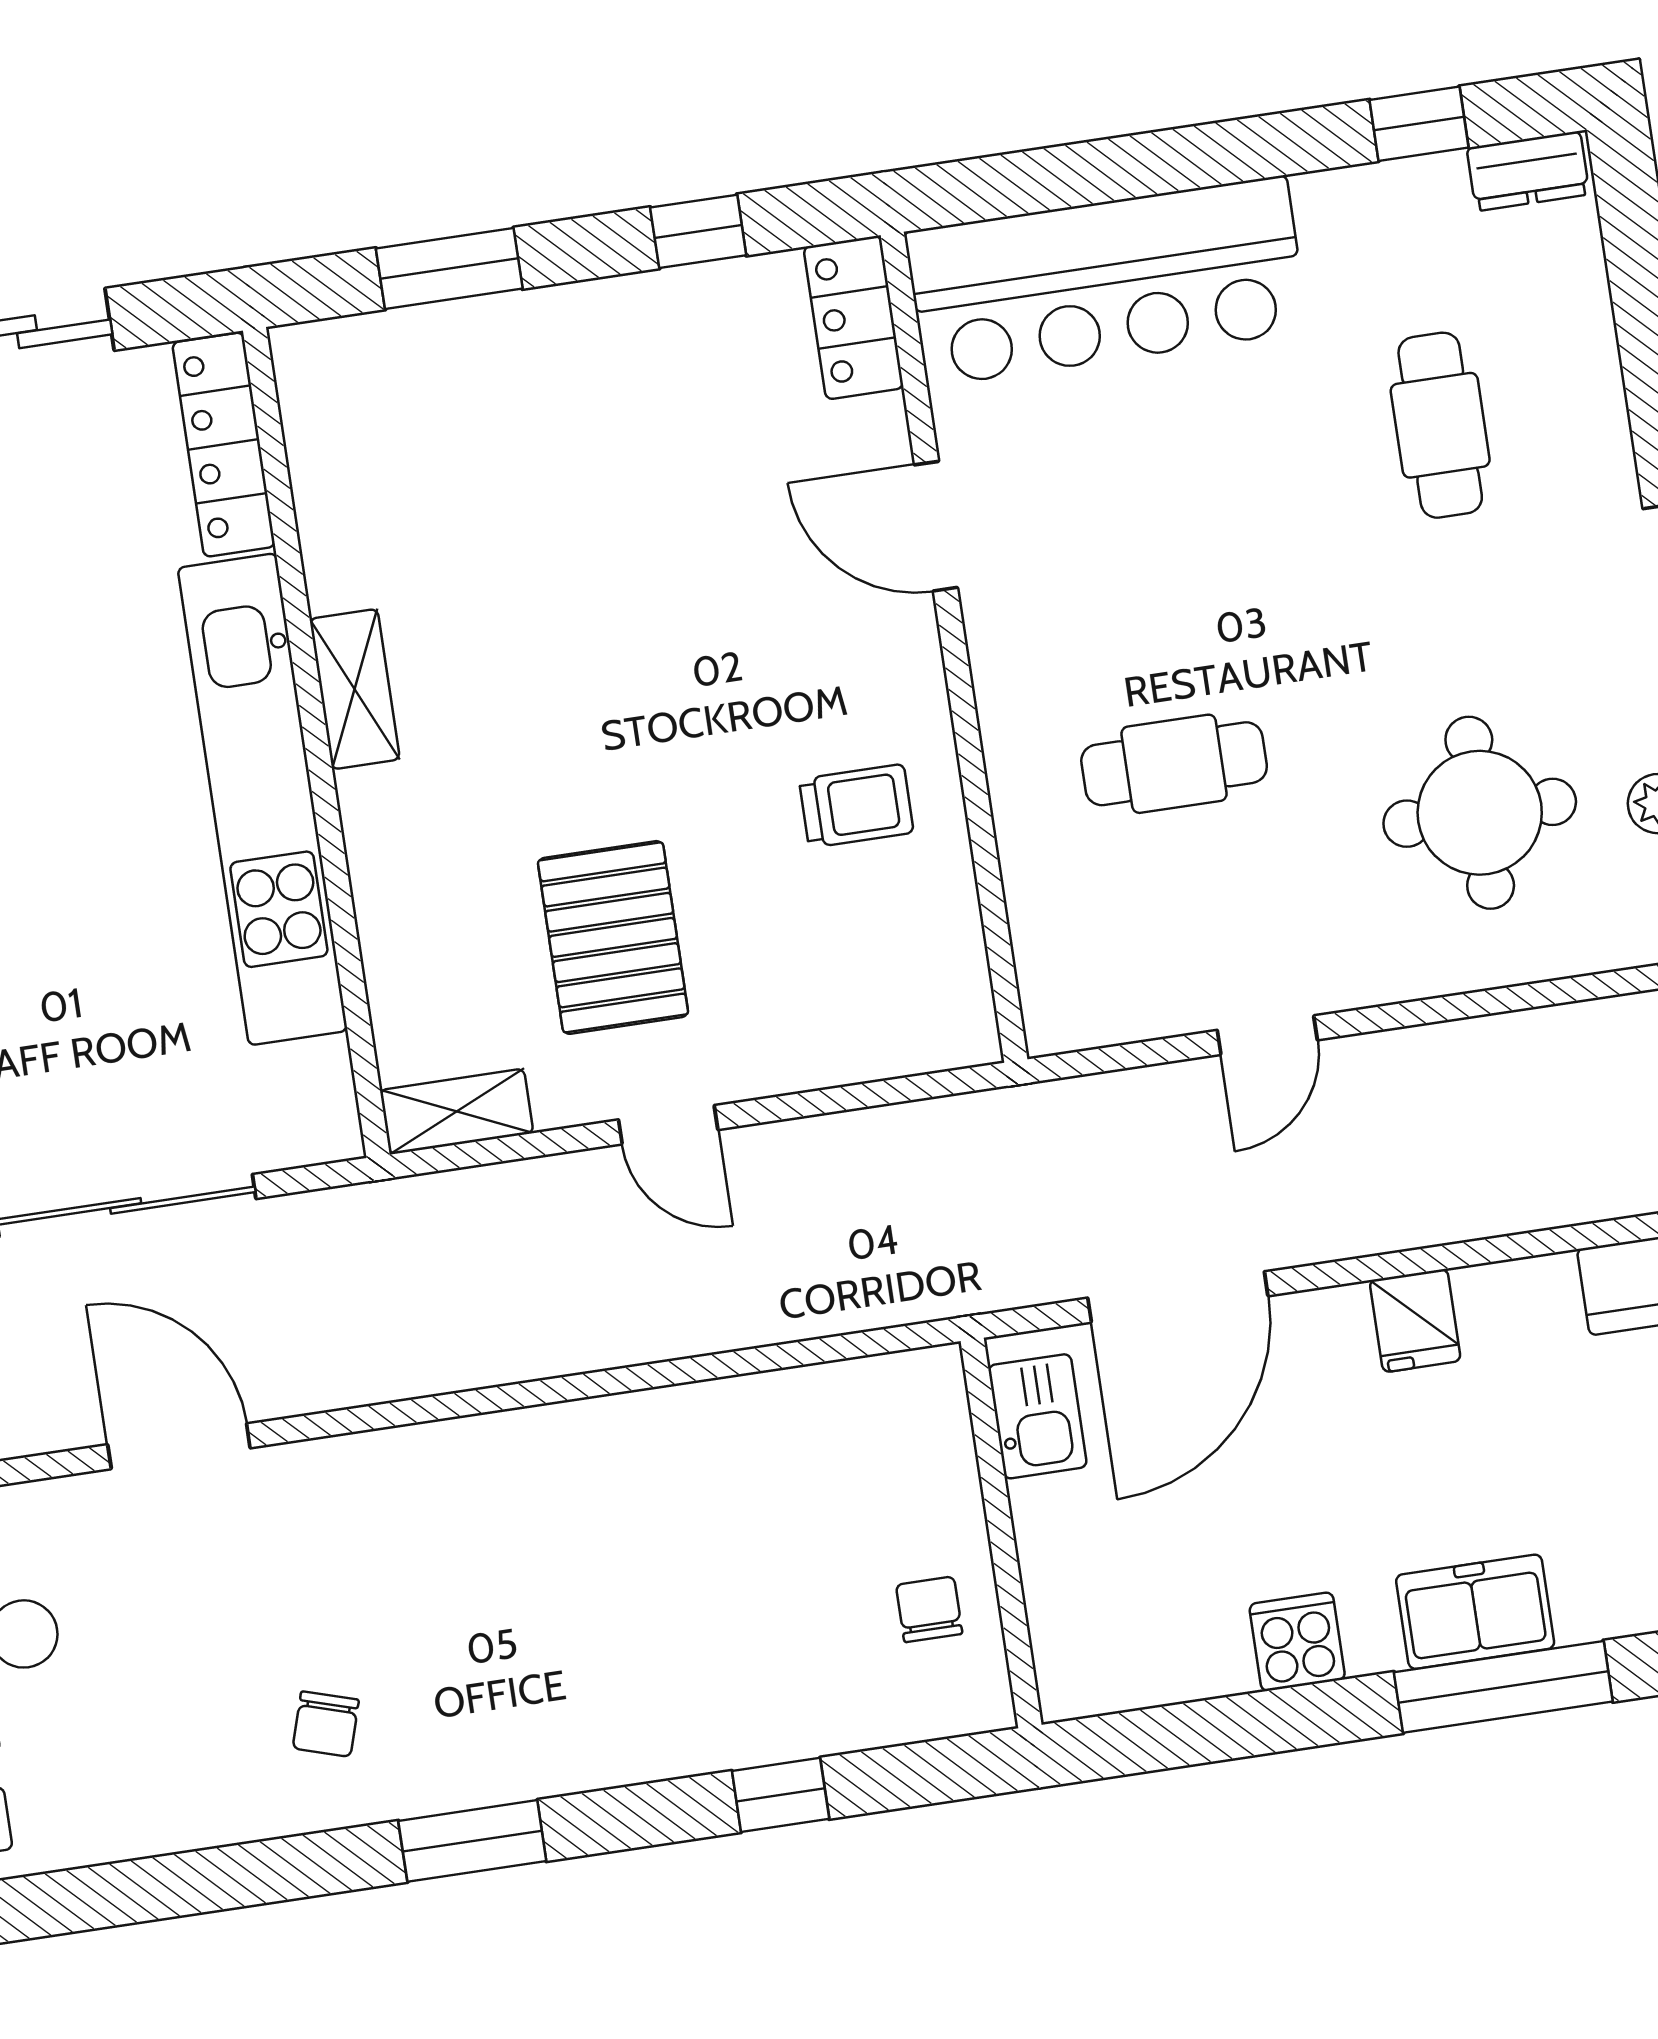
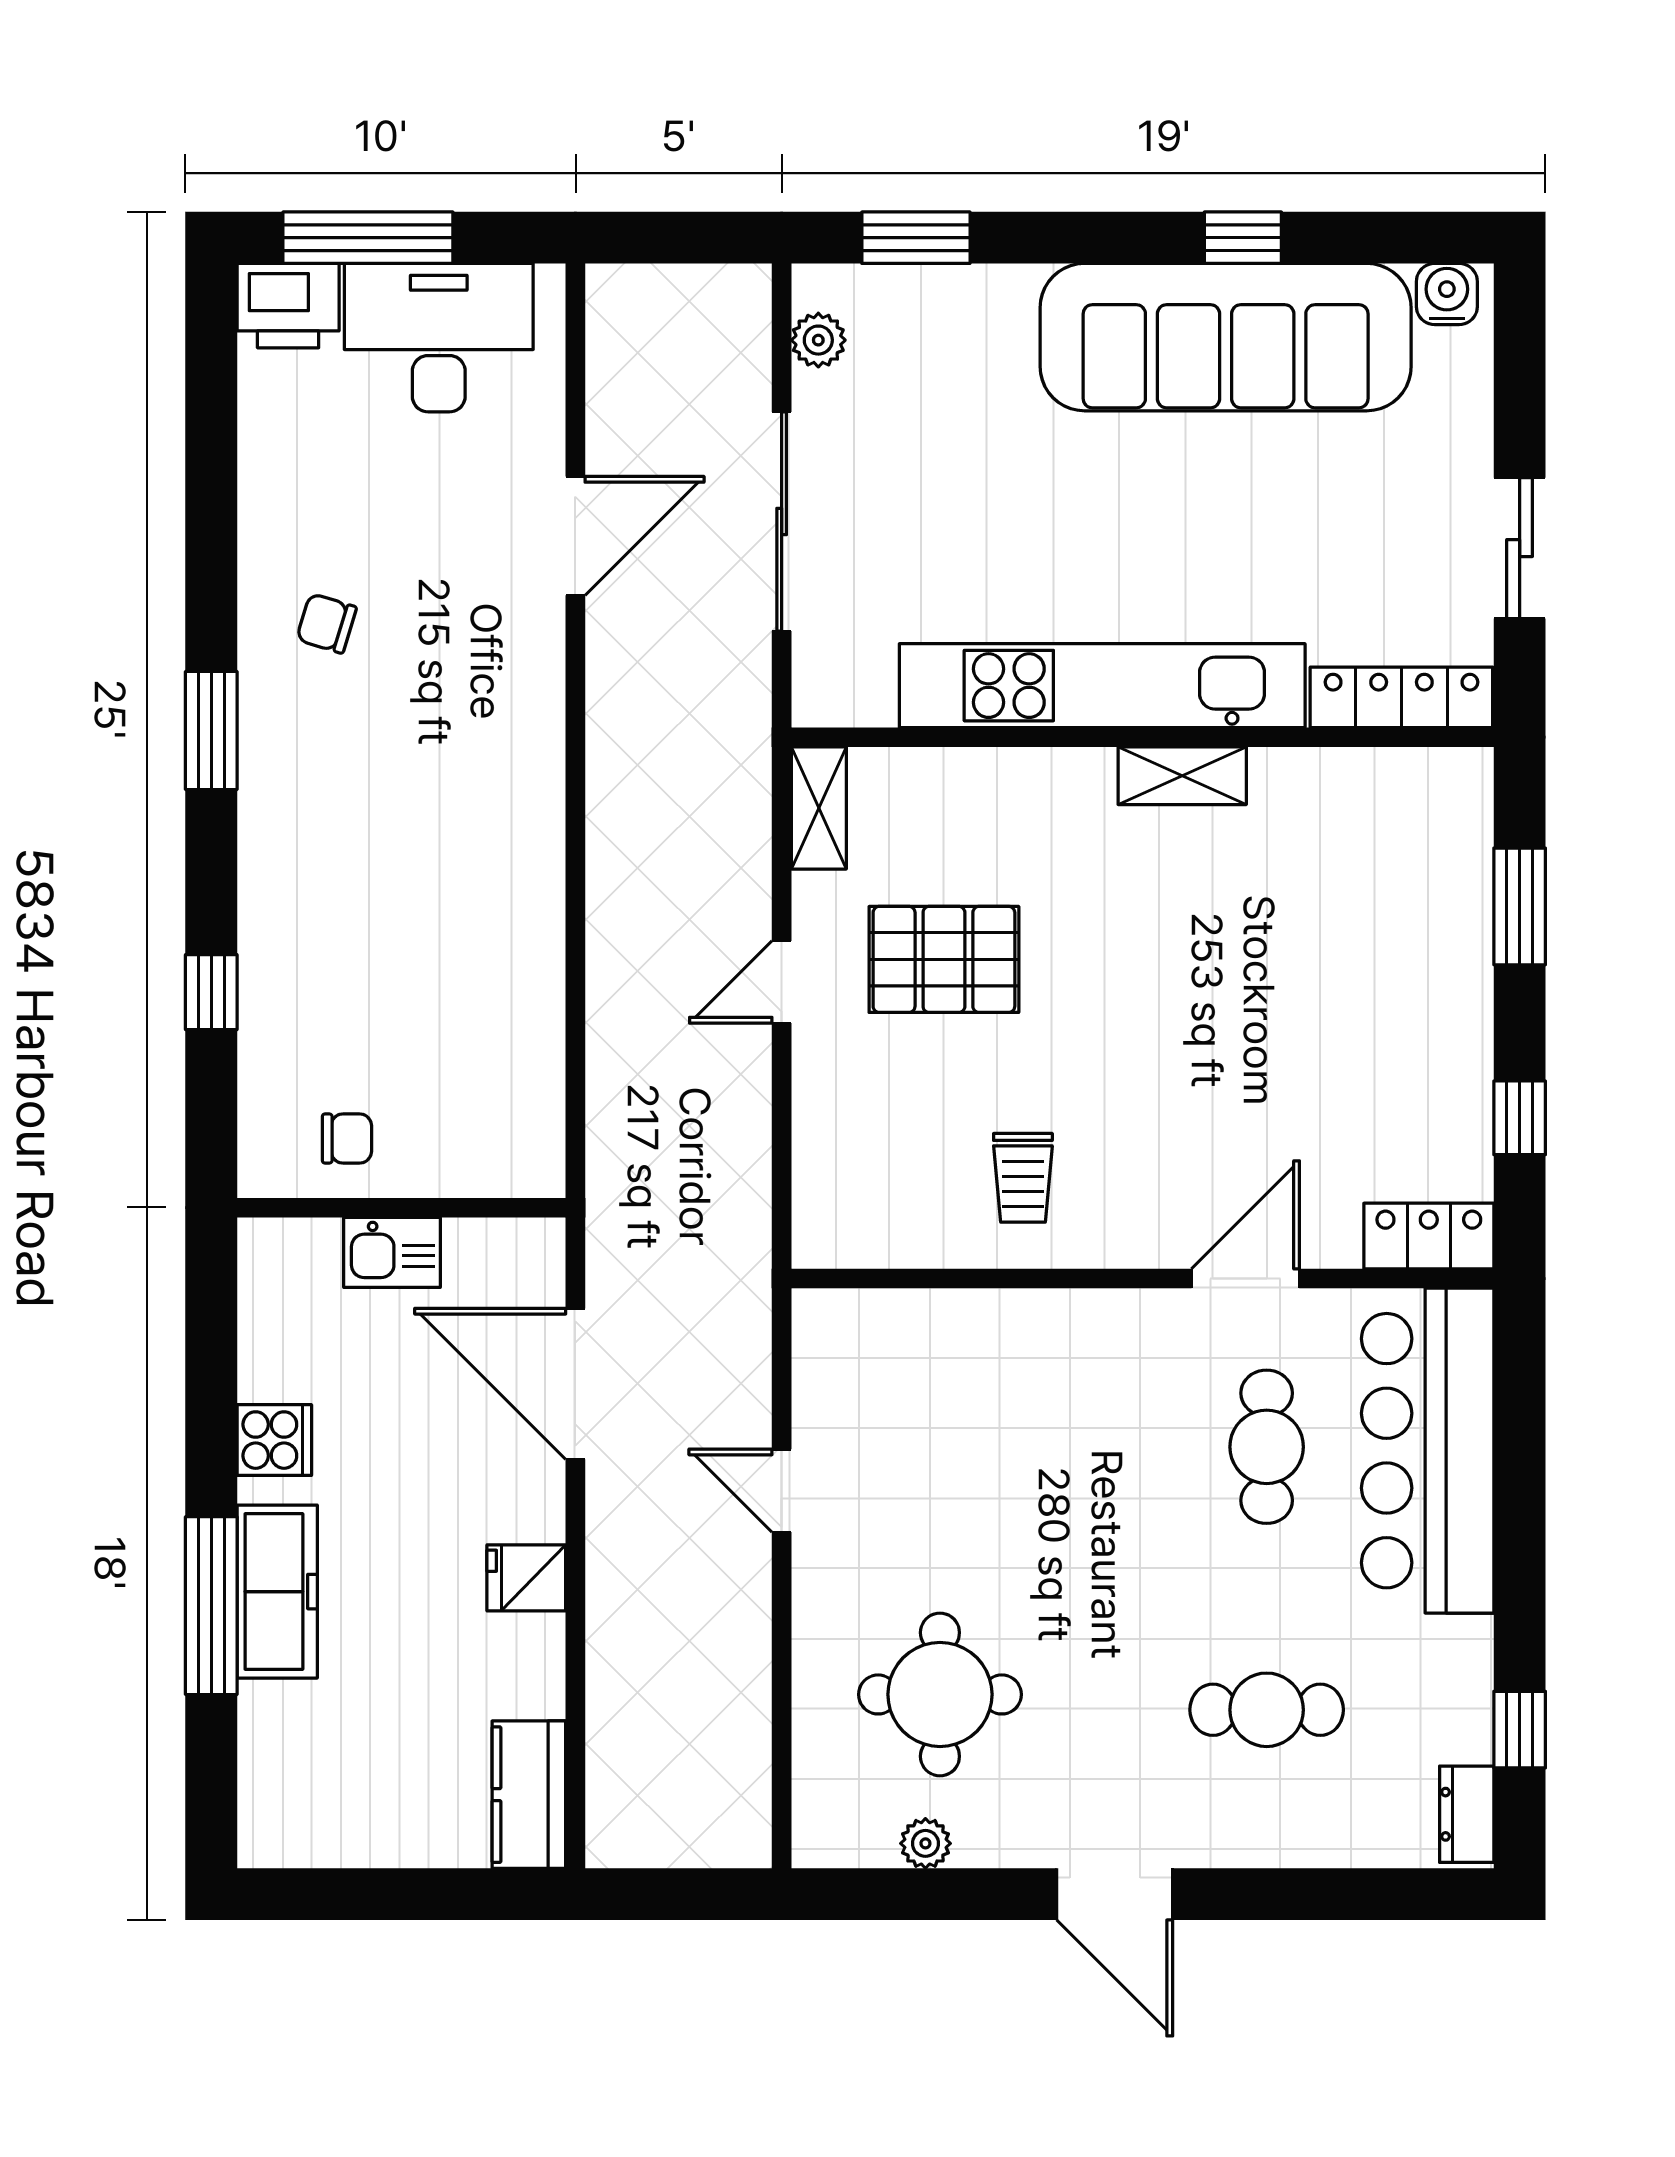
cafe table: (1174, 764) -> (1267, 1447), moved
kitchen sink: (1037, 1416) -> (392, 1252), moved
freezer: (1475, 1612) -> (277, 1592), width x1.40

